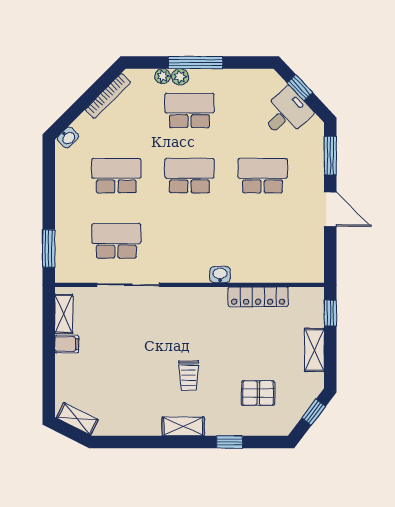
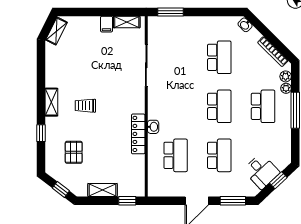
plant: (180, 77) -> (286, 76), moved
school desk: (116, 241) -> (176, 155), moved
locker: (258, 297) -> (138, 134), moved

